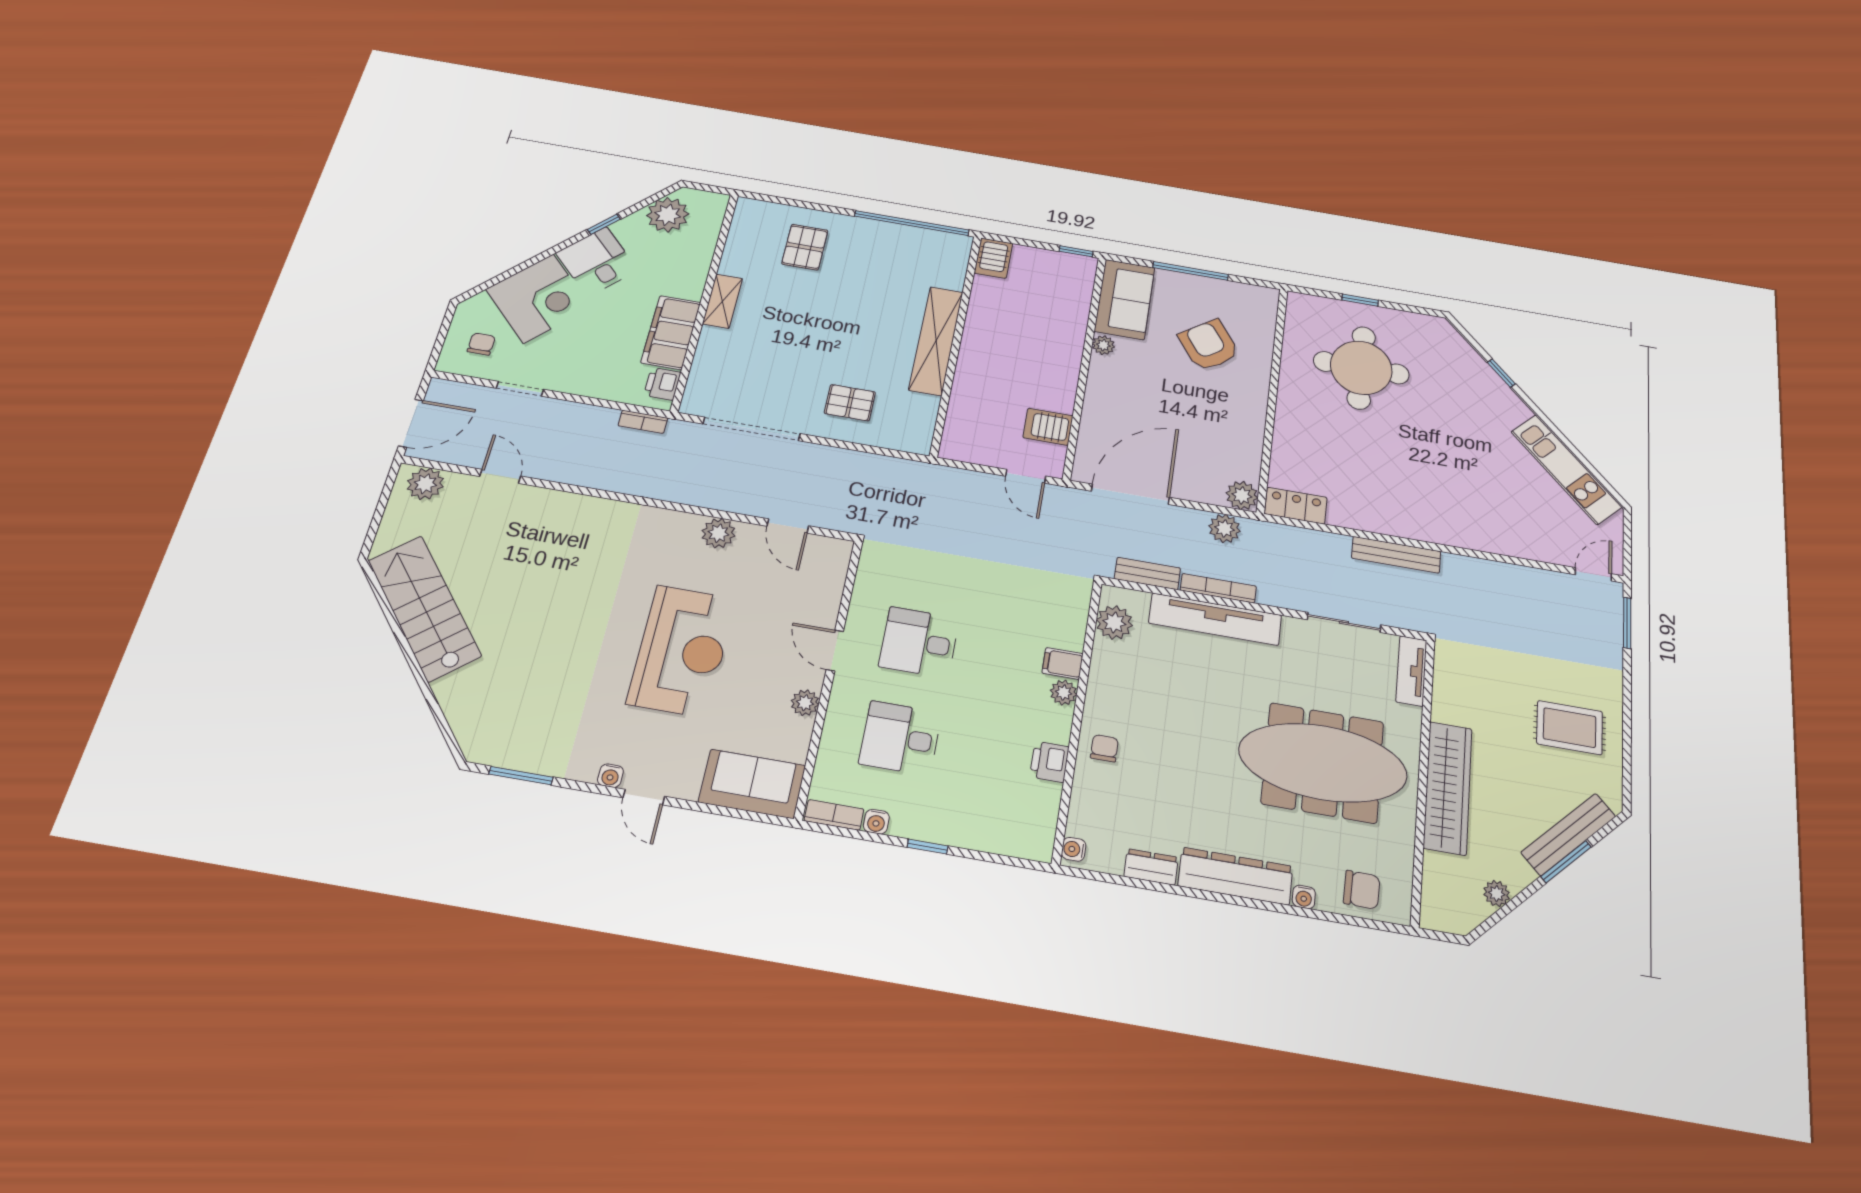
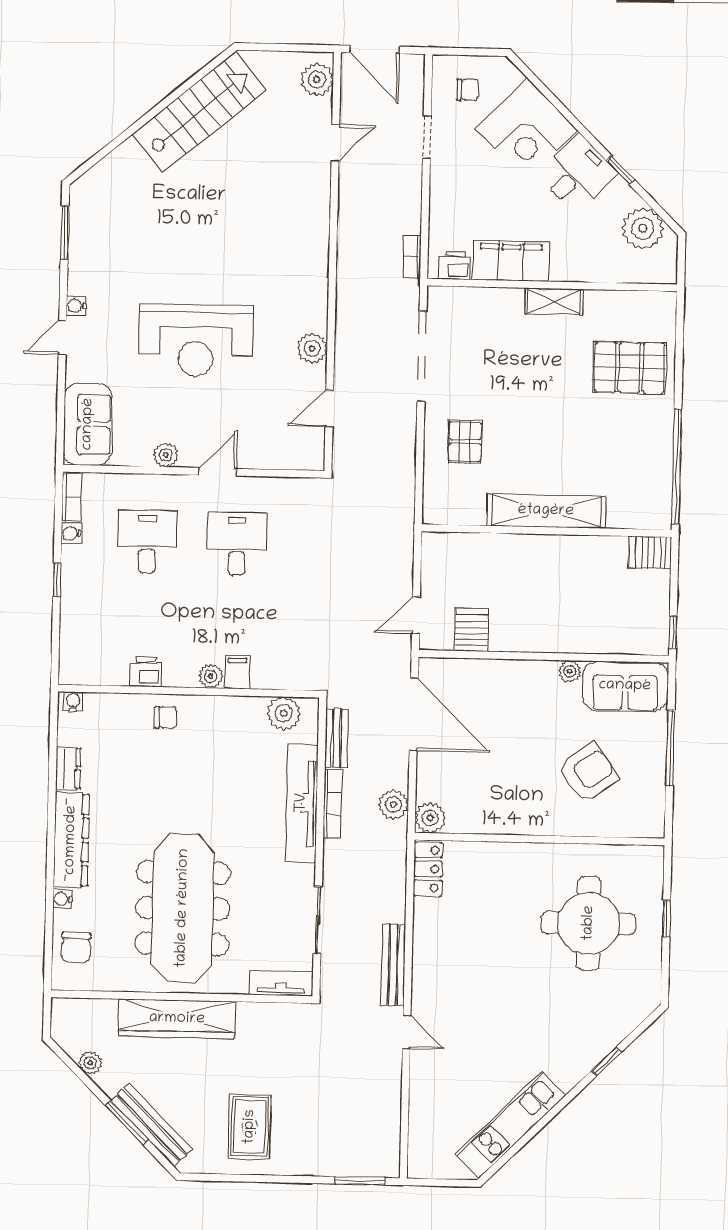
pallet: (805, 247) -> (630, 368), width x1.50, depth x1.42
door: (1593, 574) -> (407, 1032), moved

